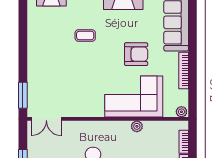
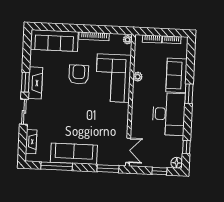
window: (23, 32) -> (57, 166), added
coffee table: (85, 35) -> (61, 115), removed
sofa: (39, 53) -> (74, 154), added

